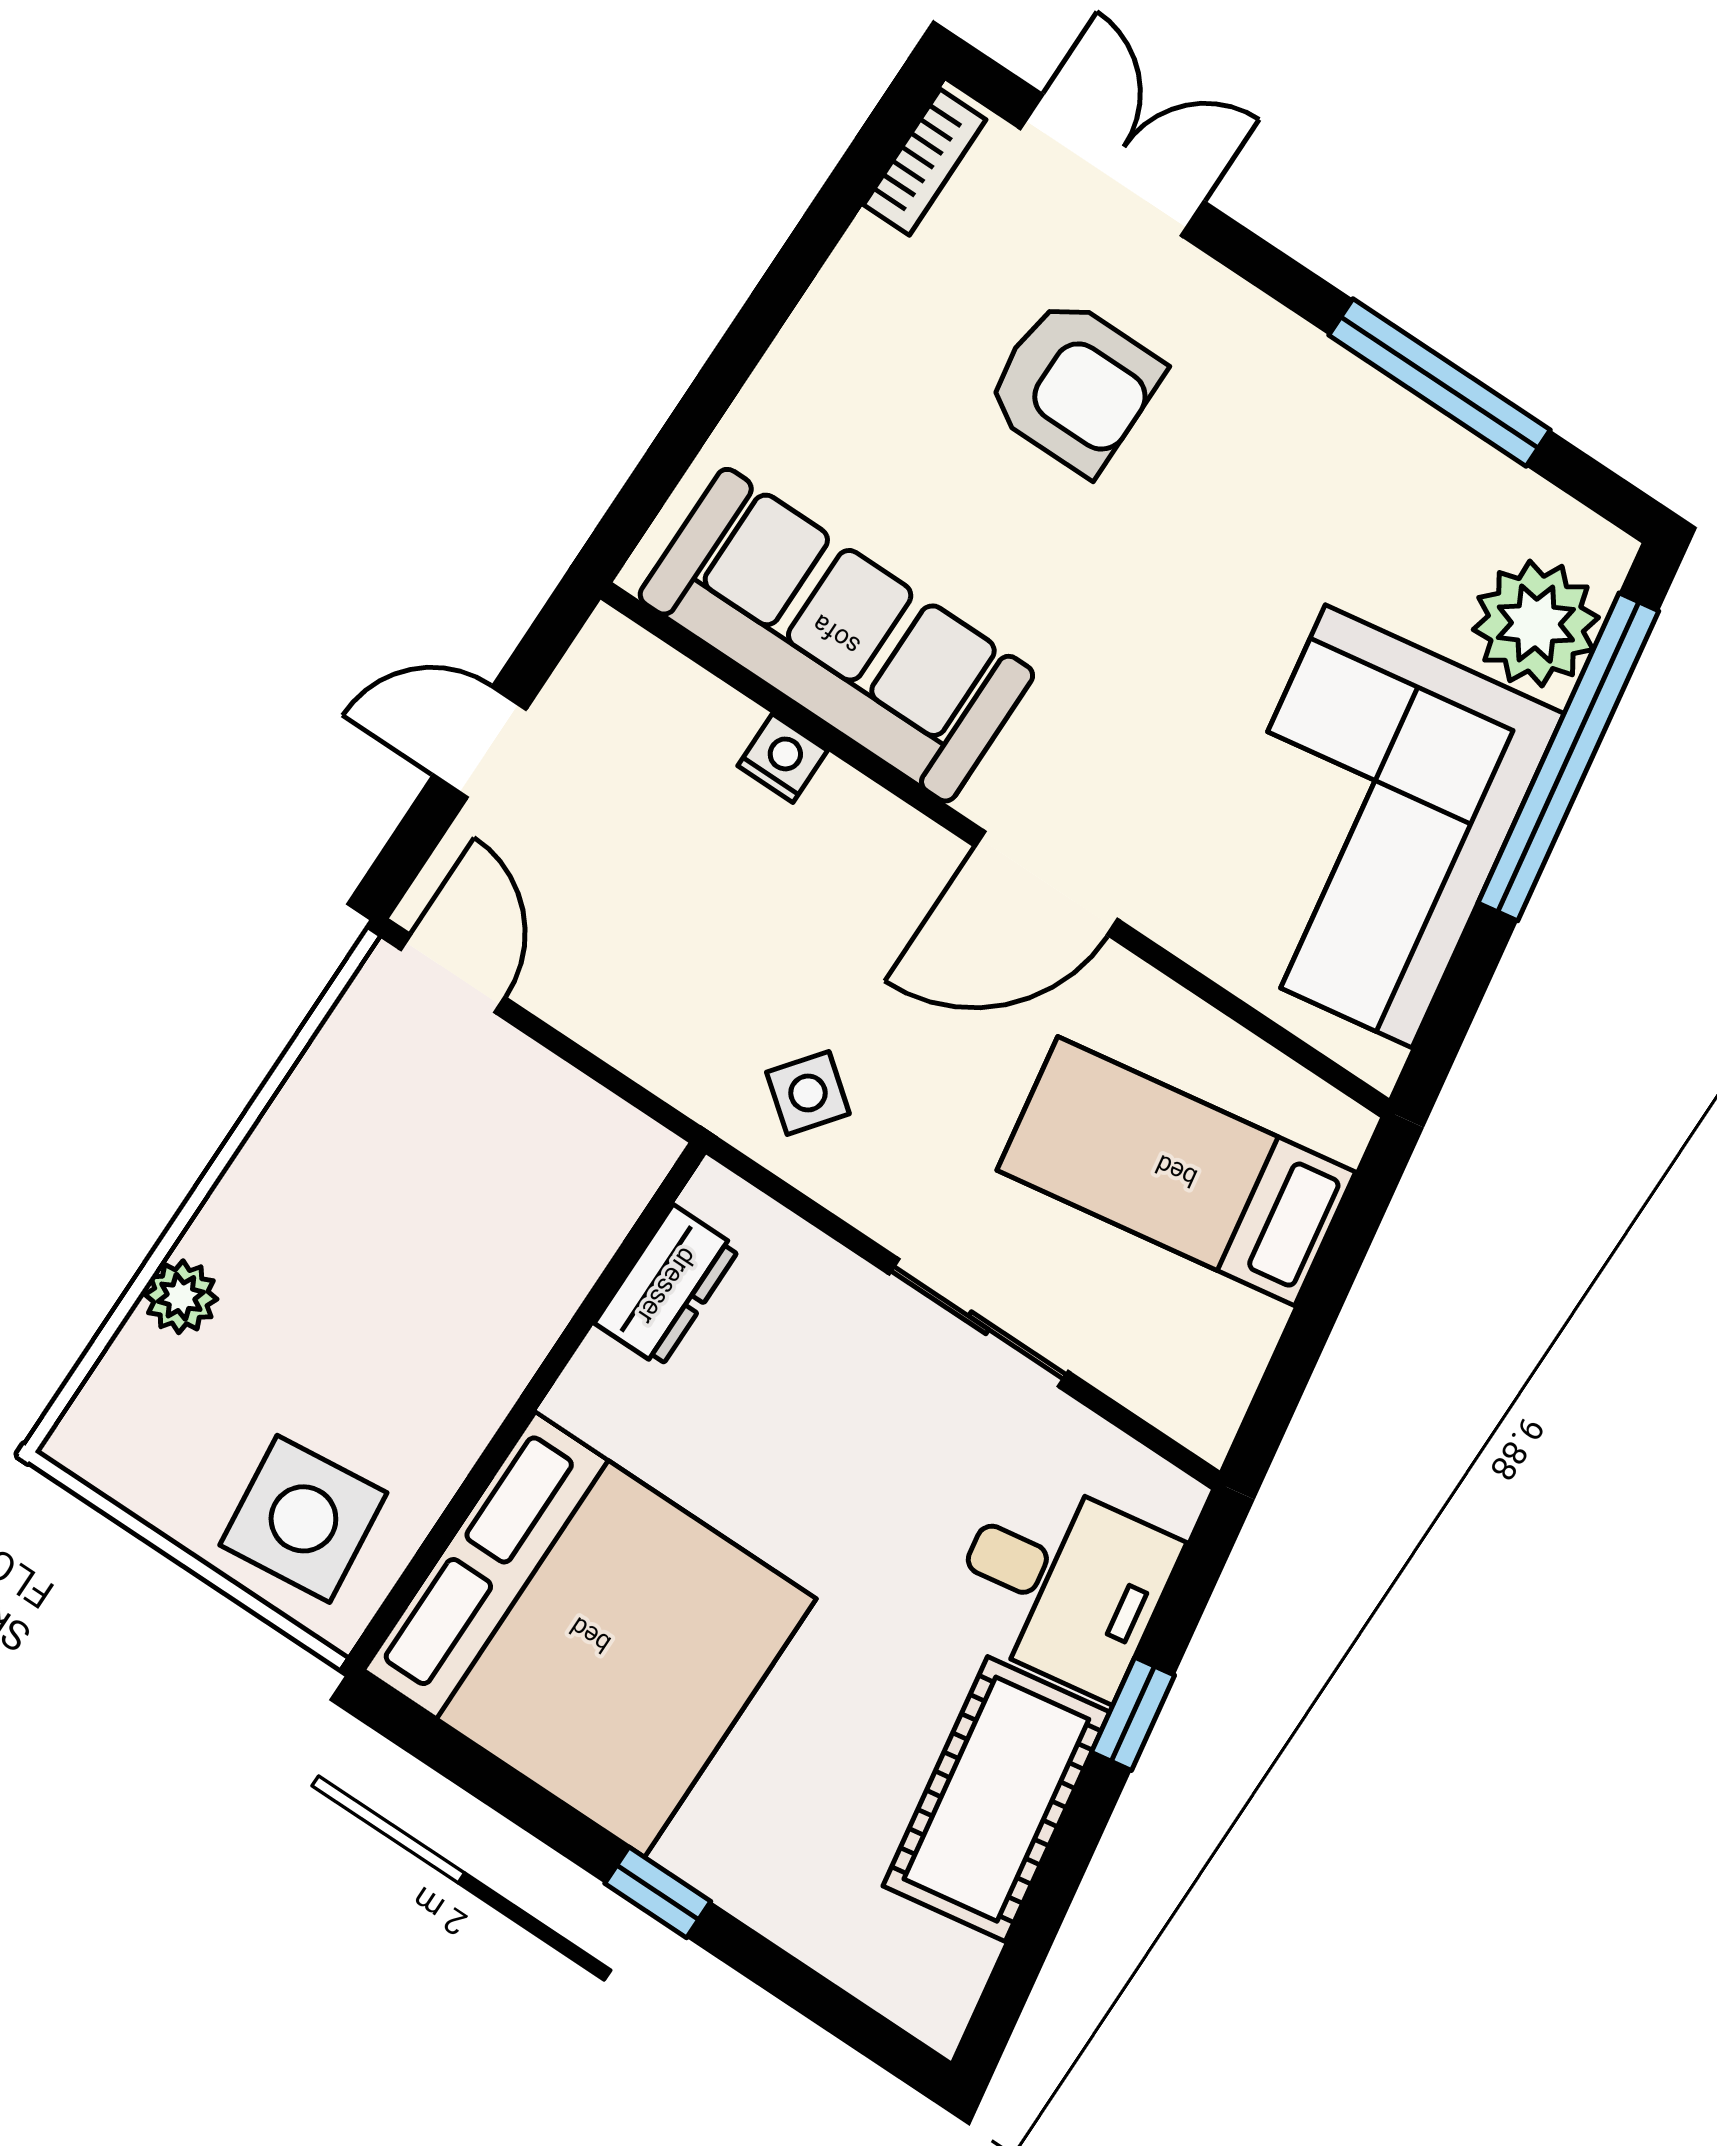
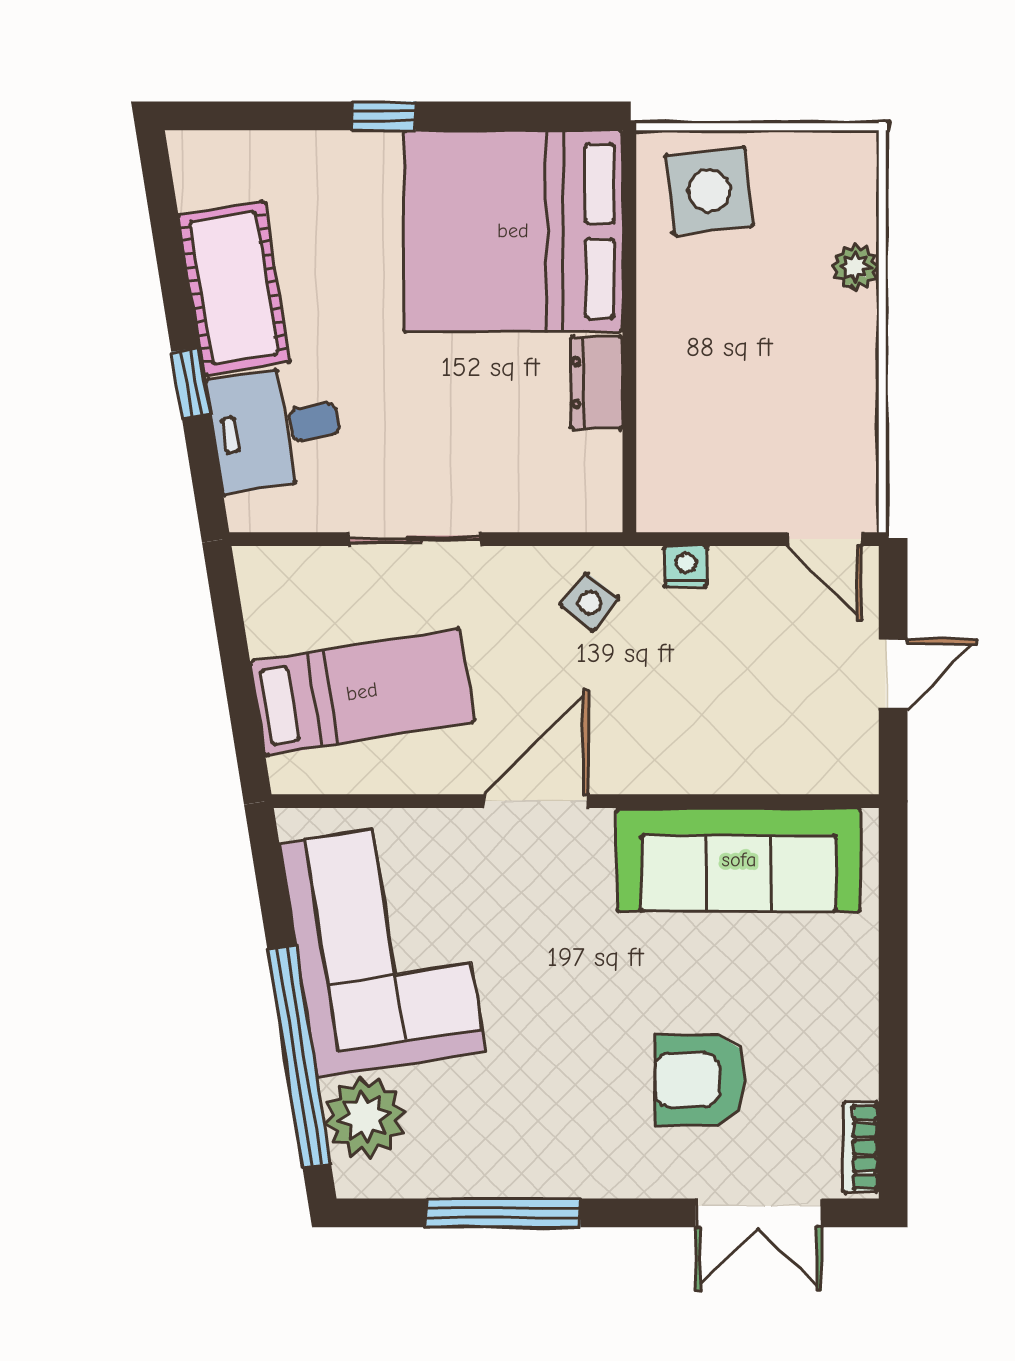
nightstand: (783, 758) -> (686, 566), moved, turned 180
dresser: (667, 1286) -> (597, 383), moved

